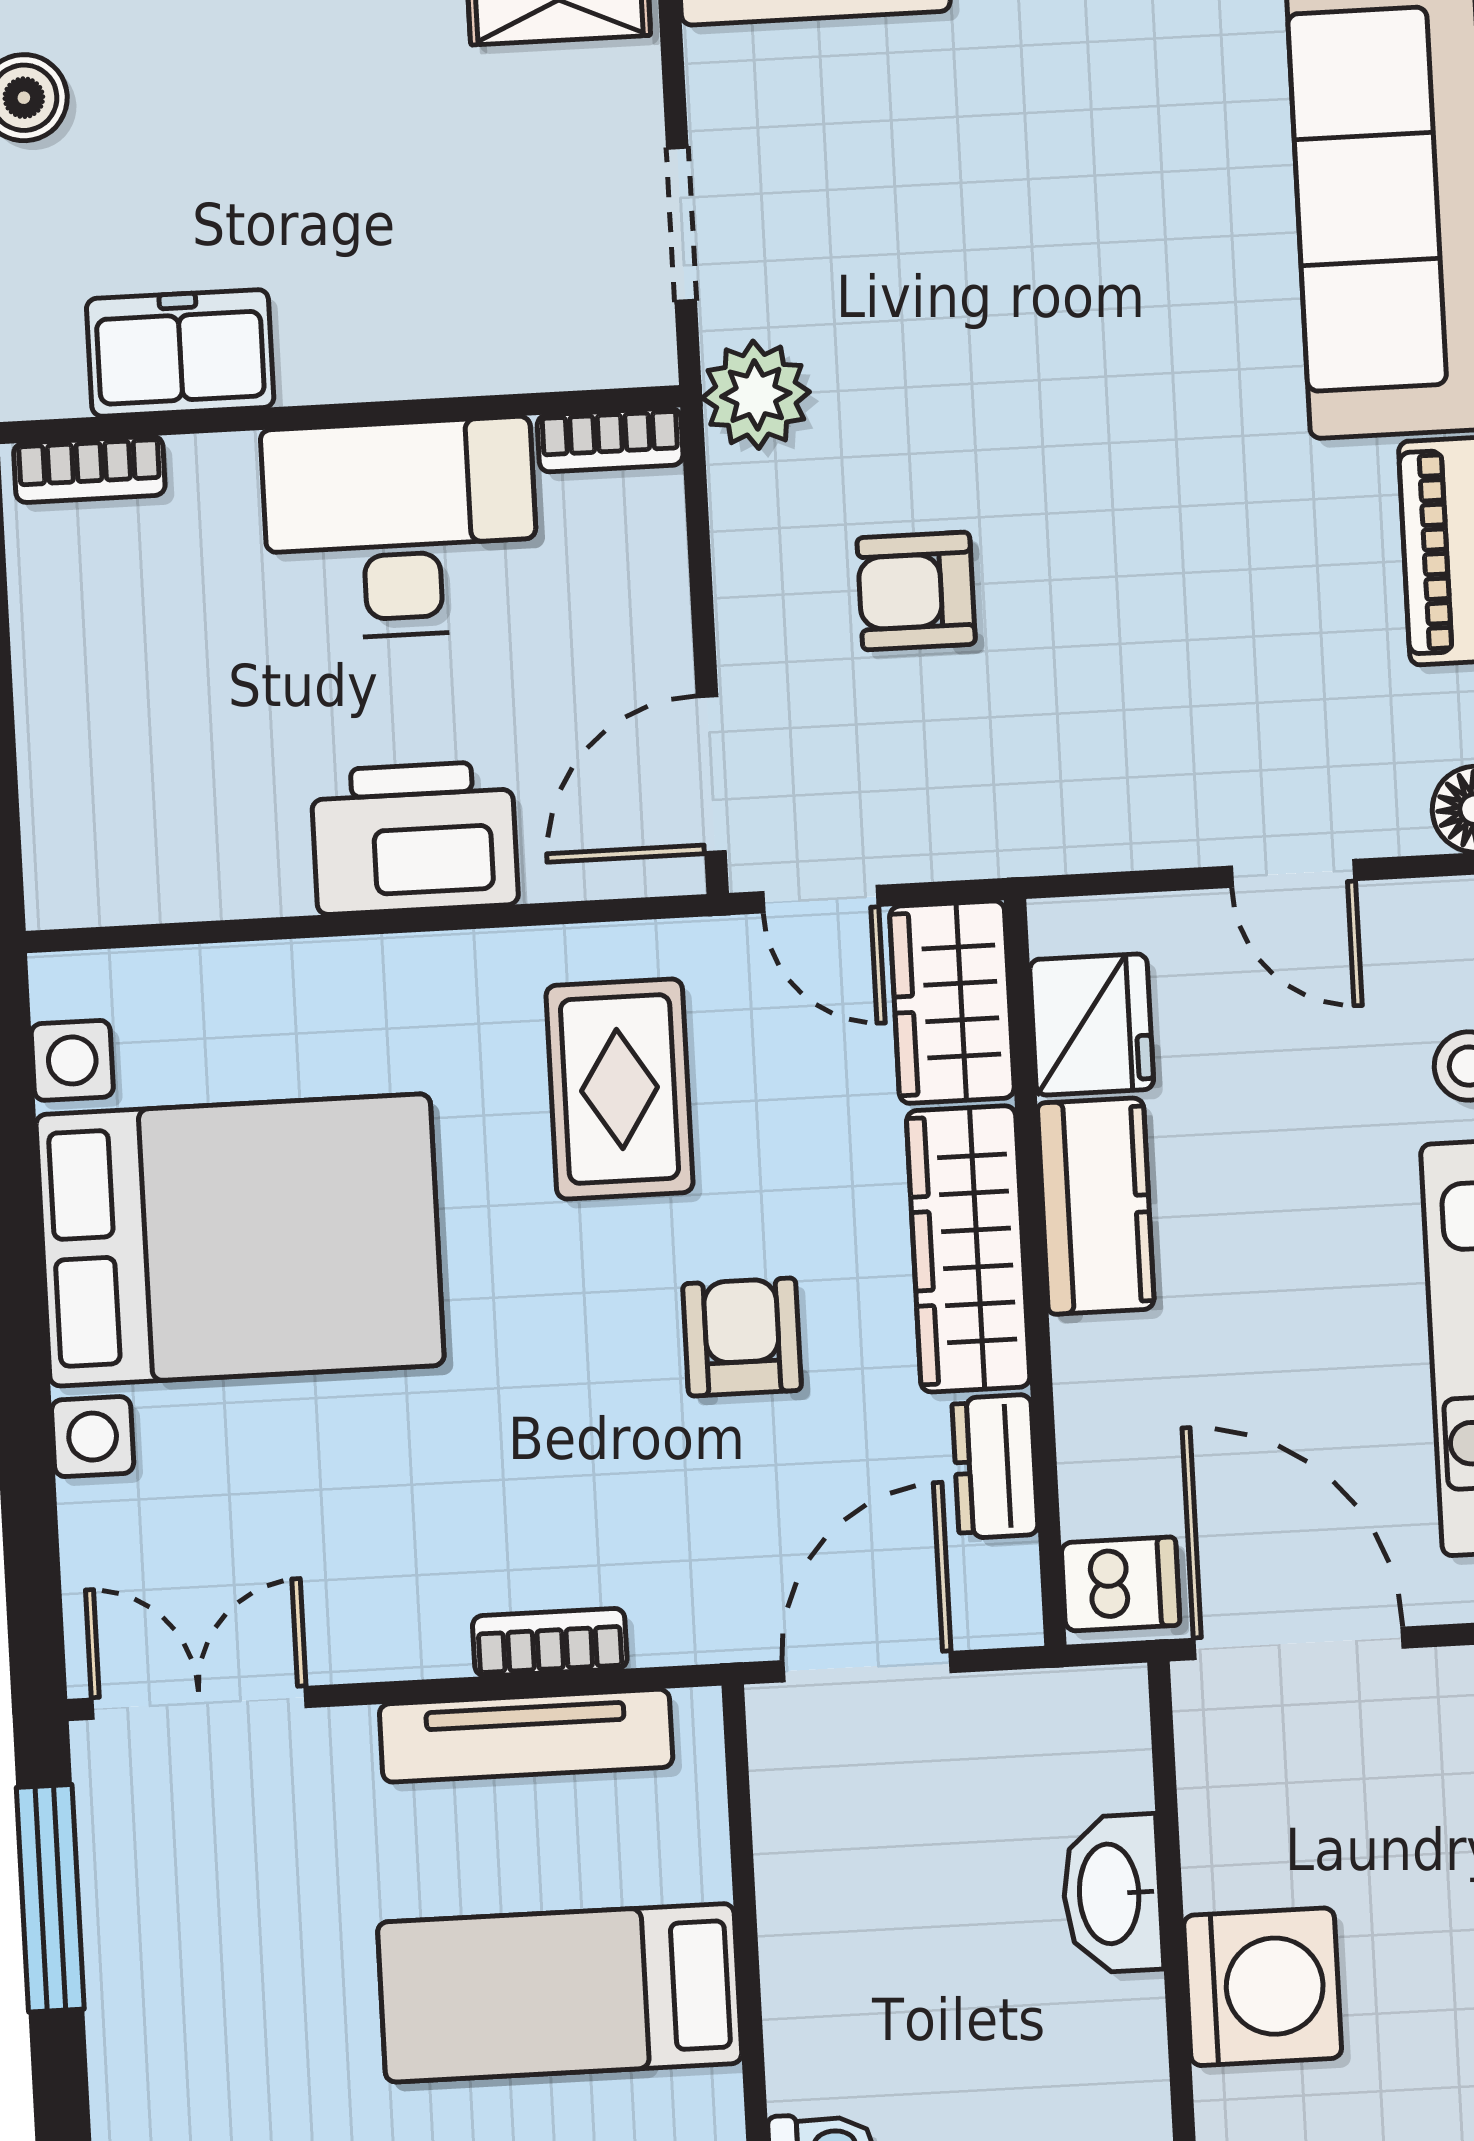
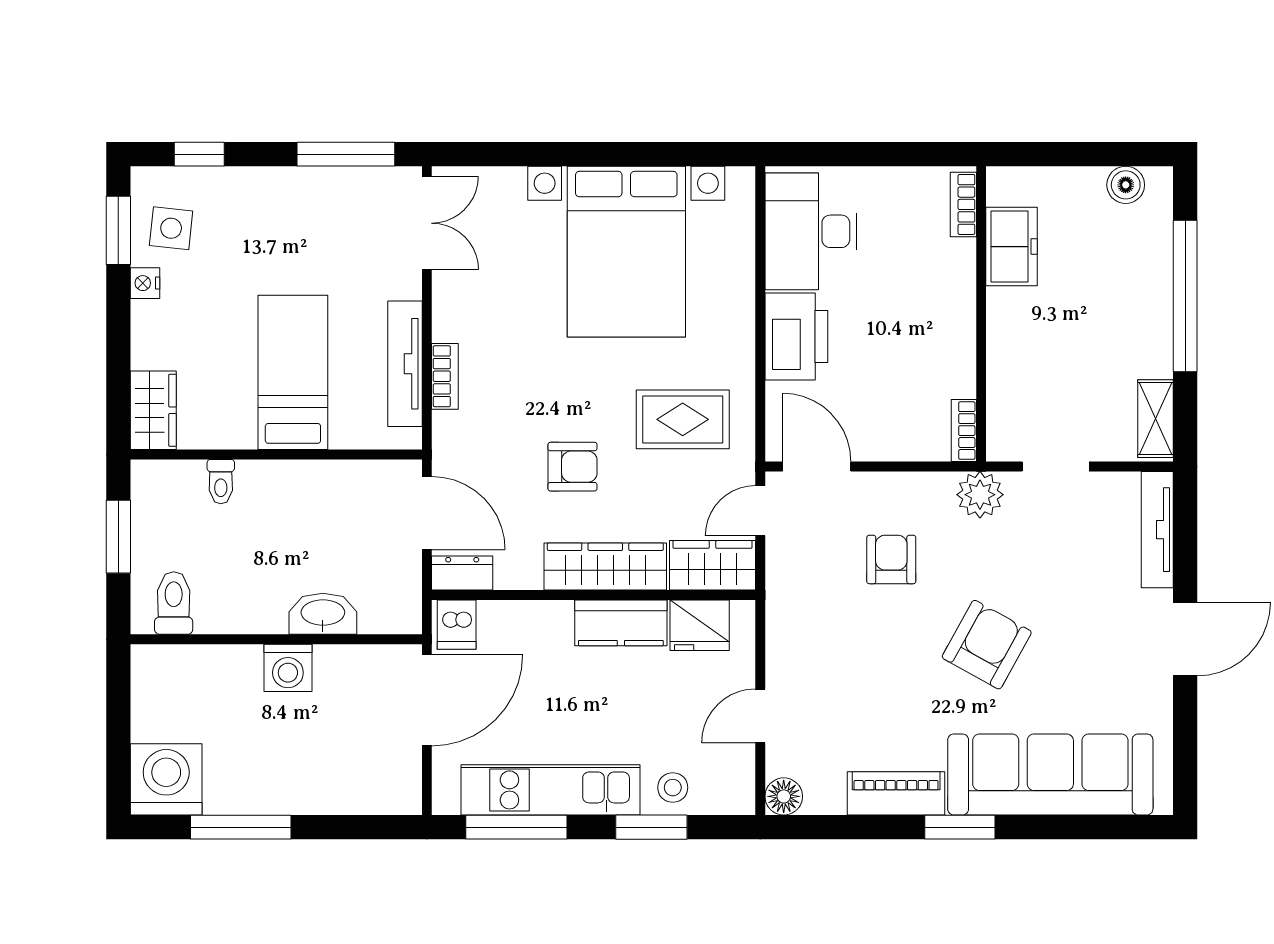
armchair: (1100, 361) -> (987, 645), added
desk: (400, 529) -> (811, 231), moved, turned 180
dresser: (995, 1467) -> (462, 573), moved
washing machine: (1263, 1987) -> (288, 668), width x0.73, depth x0.73

